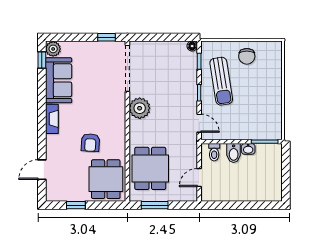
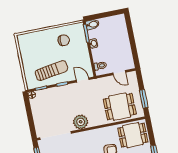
chair: (247, 56) -> (64, 40), moved
door: (199, 123) -> (83, 80), hinge flipped
bidet: (234, 153) -> (92, 24), moved

